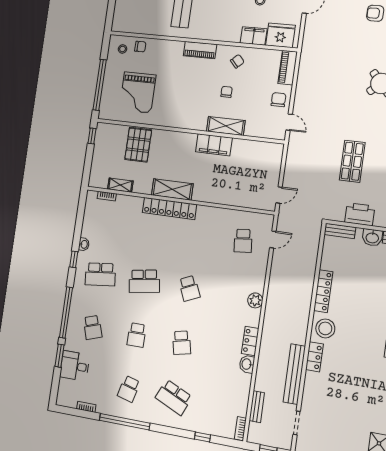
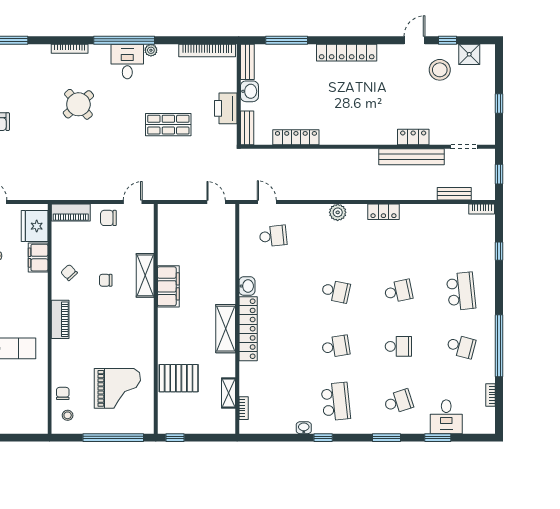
school desk: (144, 281) -> (336, 346), width x0.54
school desk: (189, 288) -> (336, 291), turned 36
locker: (323, 291) -> (296, 137), moved
window: (66, 313) -> (386, 438), width x0.47
stool: (325, 328) -> (440, 70), moved
locker: (314, 357) -> (413, 137), moved
washbasin: (247, 364) -> (247, 286), moved, turned -90
school desk: (174, 397) -> (461, 291), turned -30

